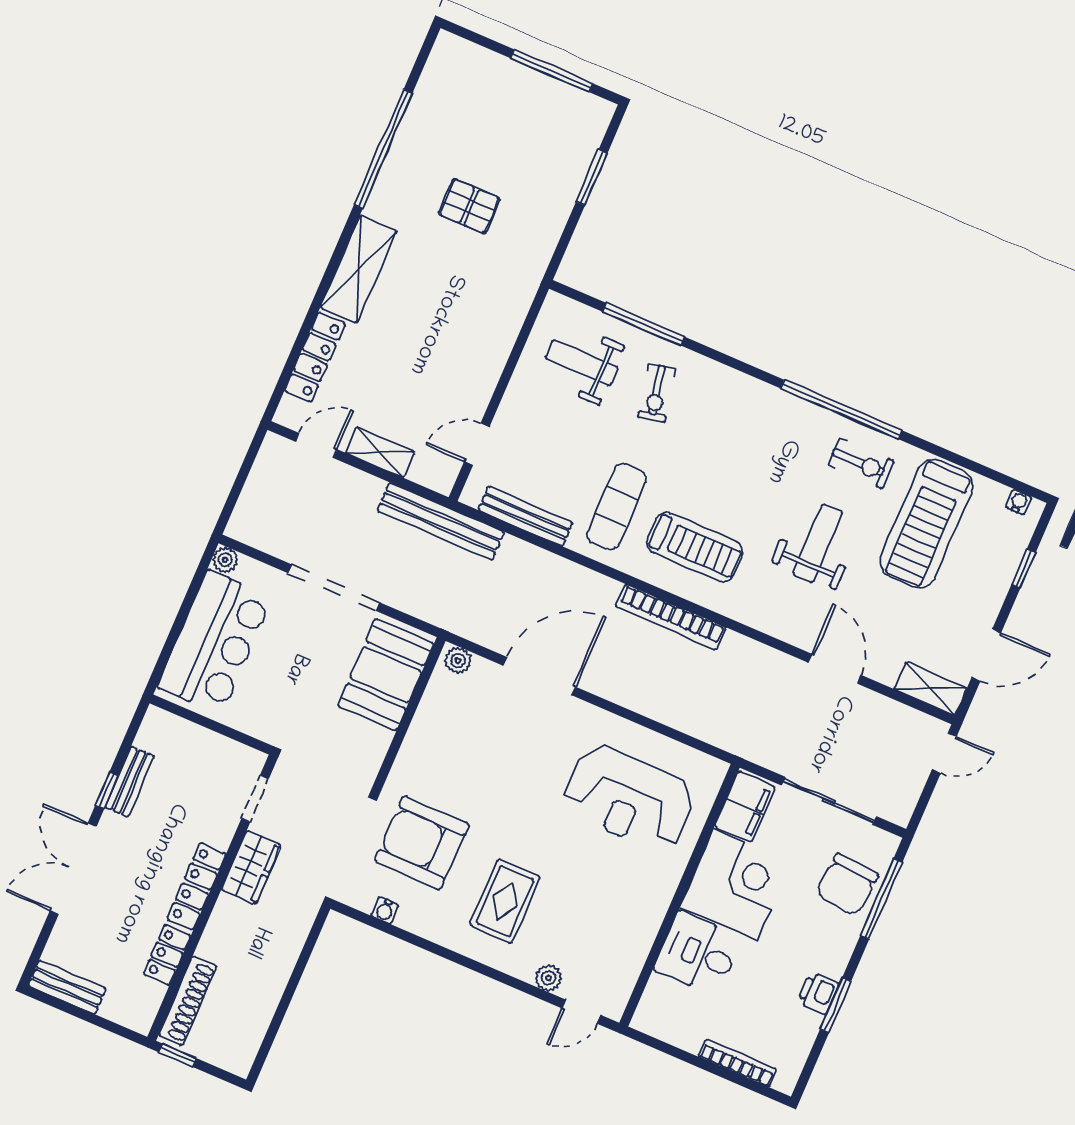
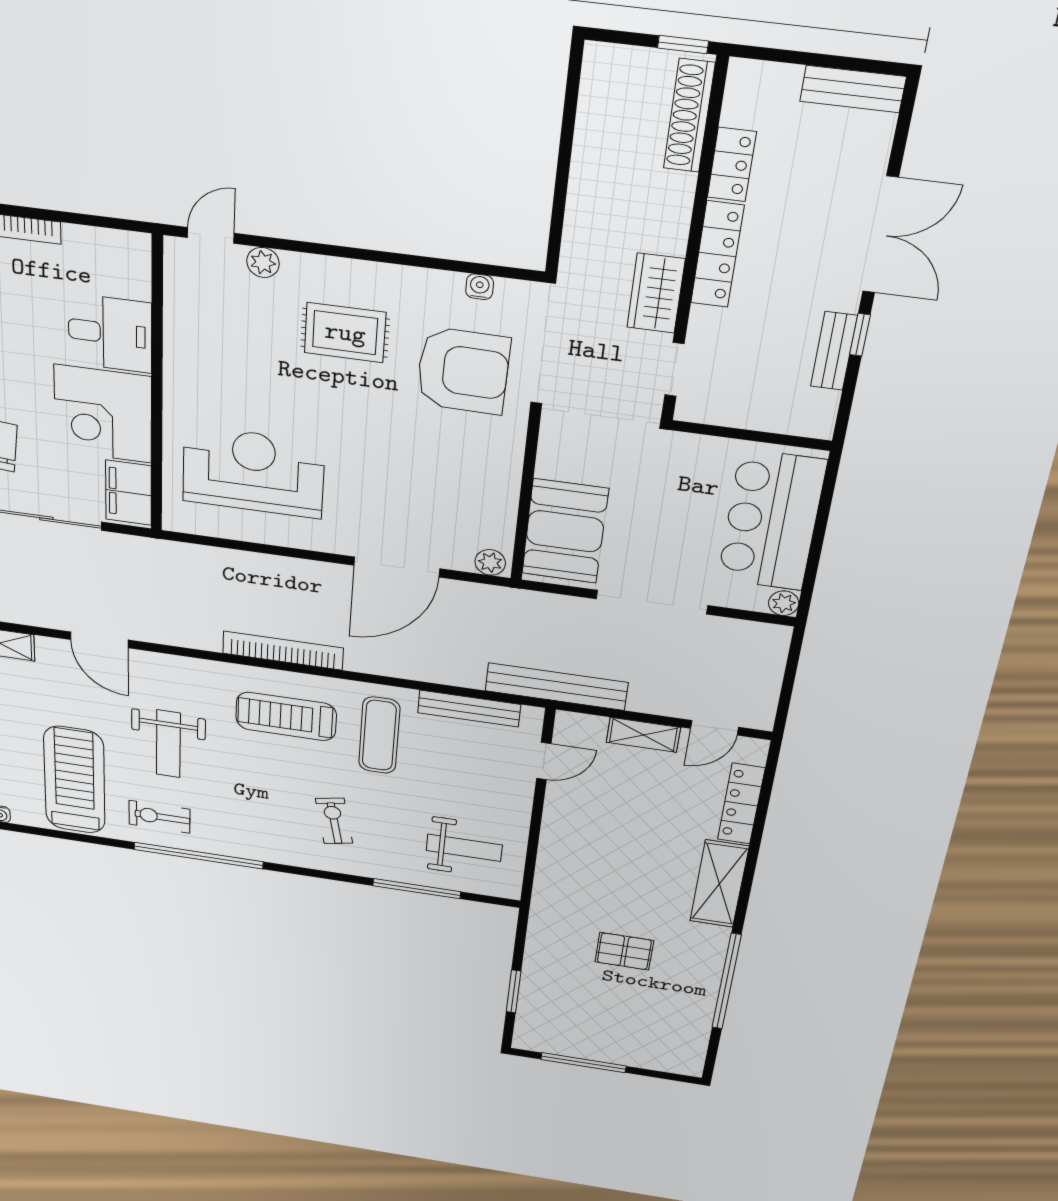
exercise bike: (657, 393) -> (334, 821), moved
rug: (505, 901) -> (345, 333), turned 90

